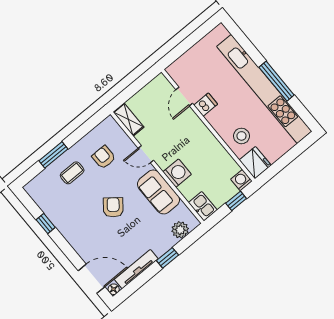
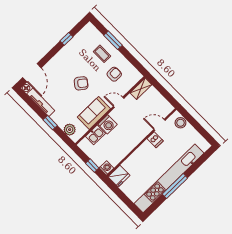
stool: (241, 136) -> (180, 123), moved
door: (146, 154) -> (119, 102), hinge flipped
kitchen sink: (203, 206) -> (95, 135), moved

